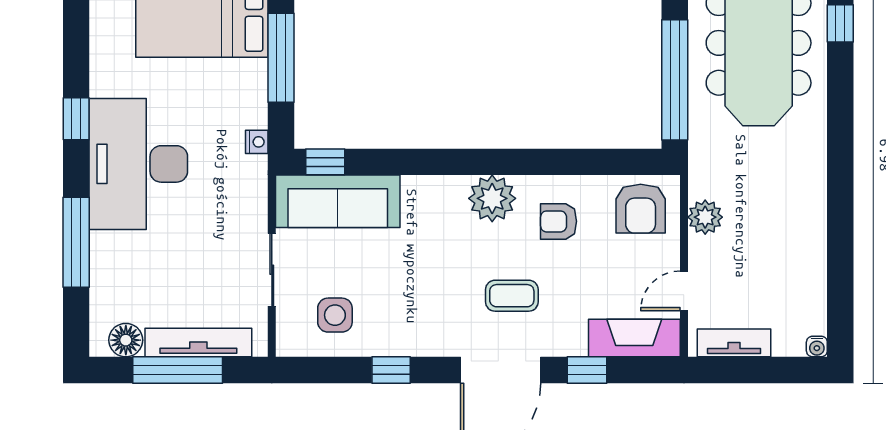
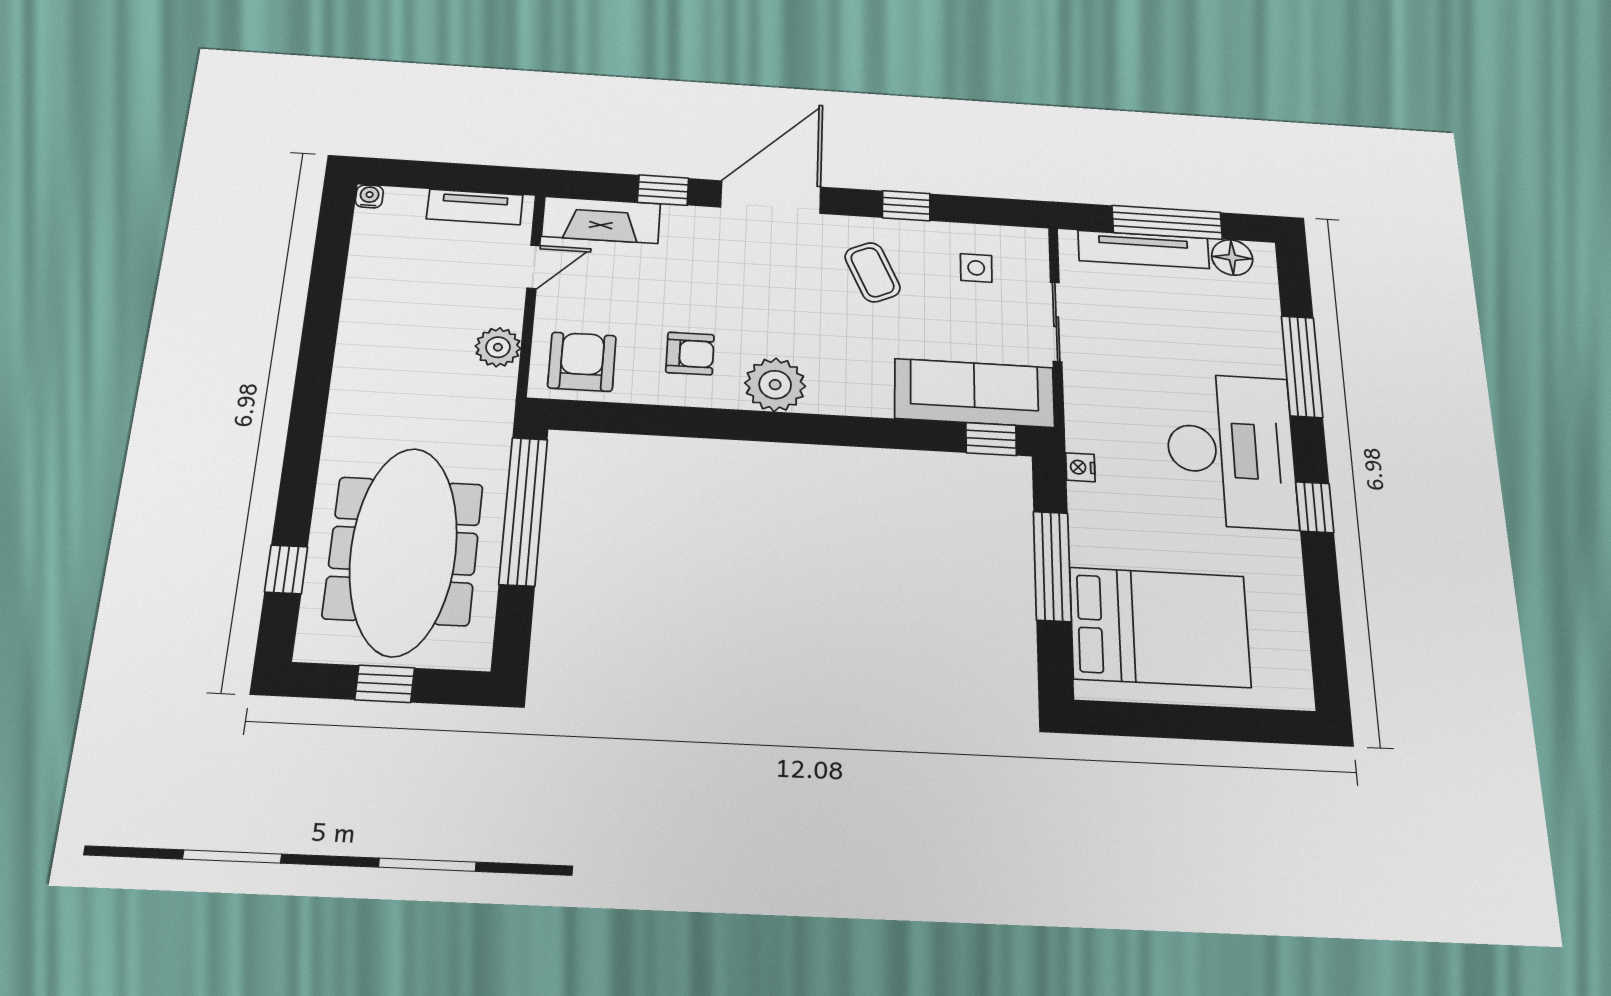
coffee table: (512, 296) -> (872, 272), moved, turned 66
side table: (335, 315) -> (976, 268), width x0.73, depth x0.73

